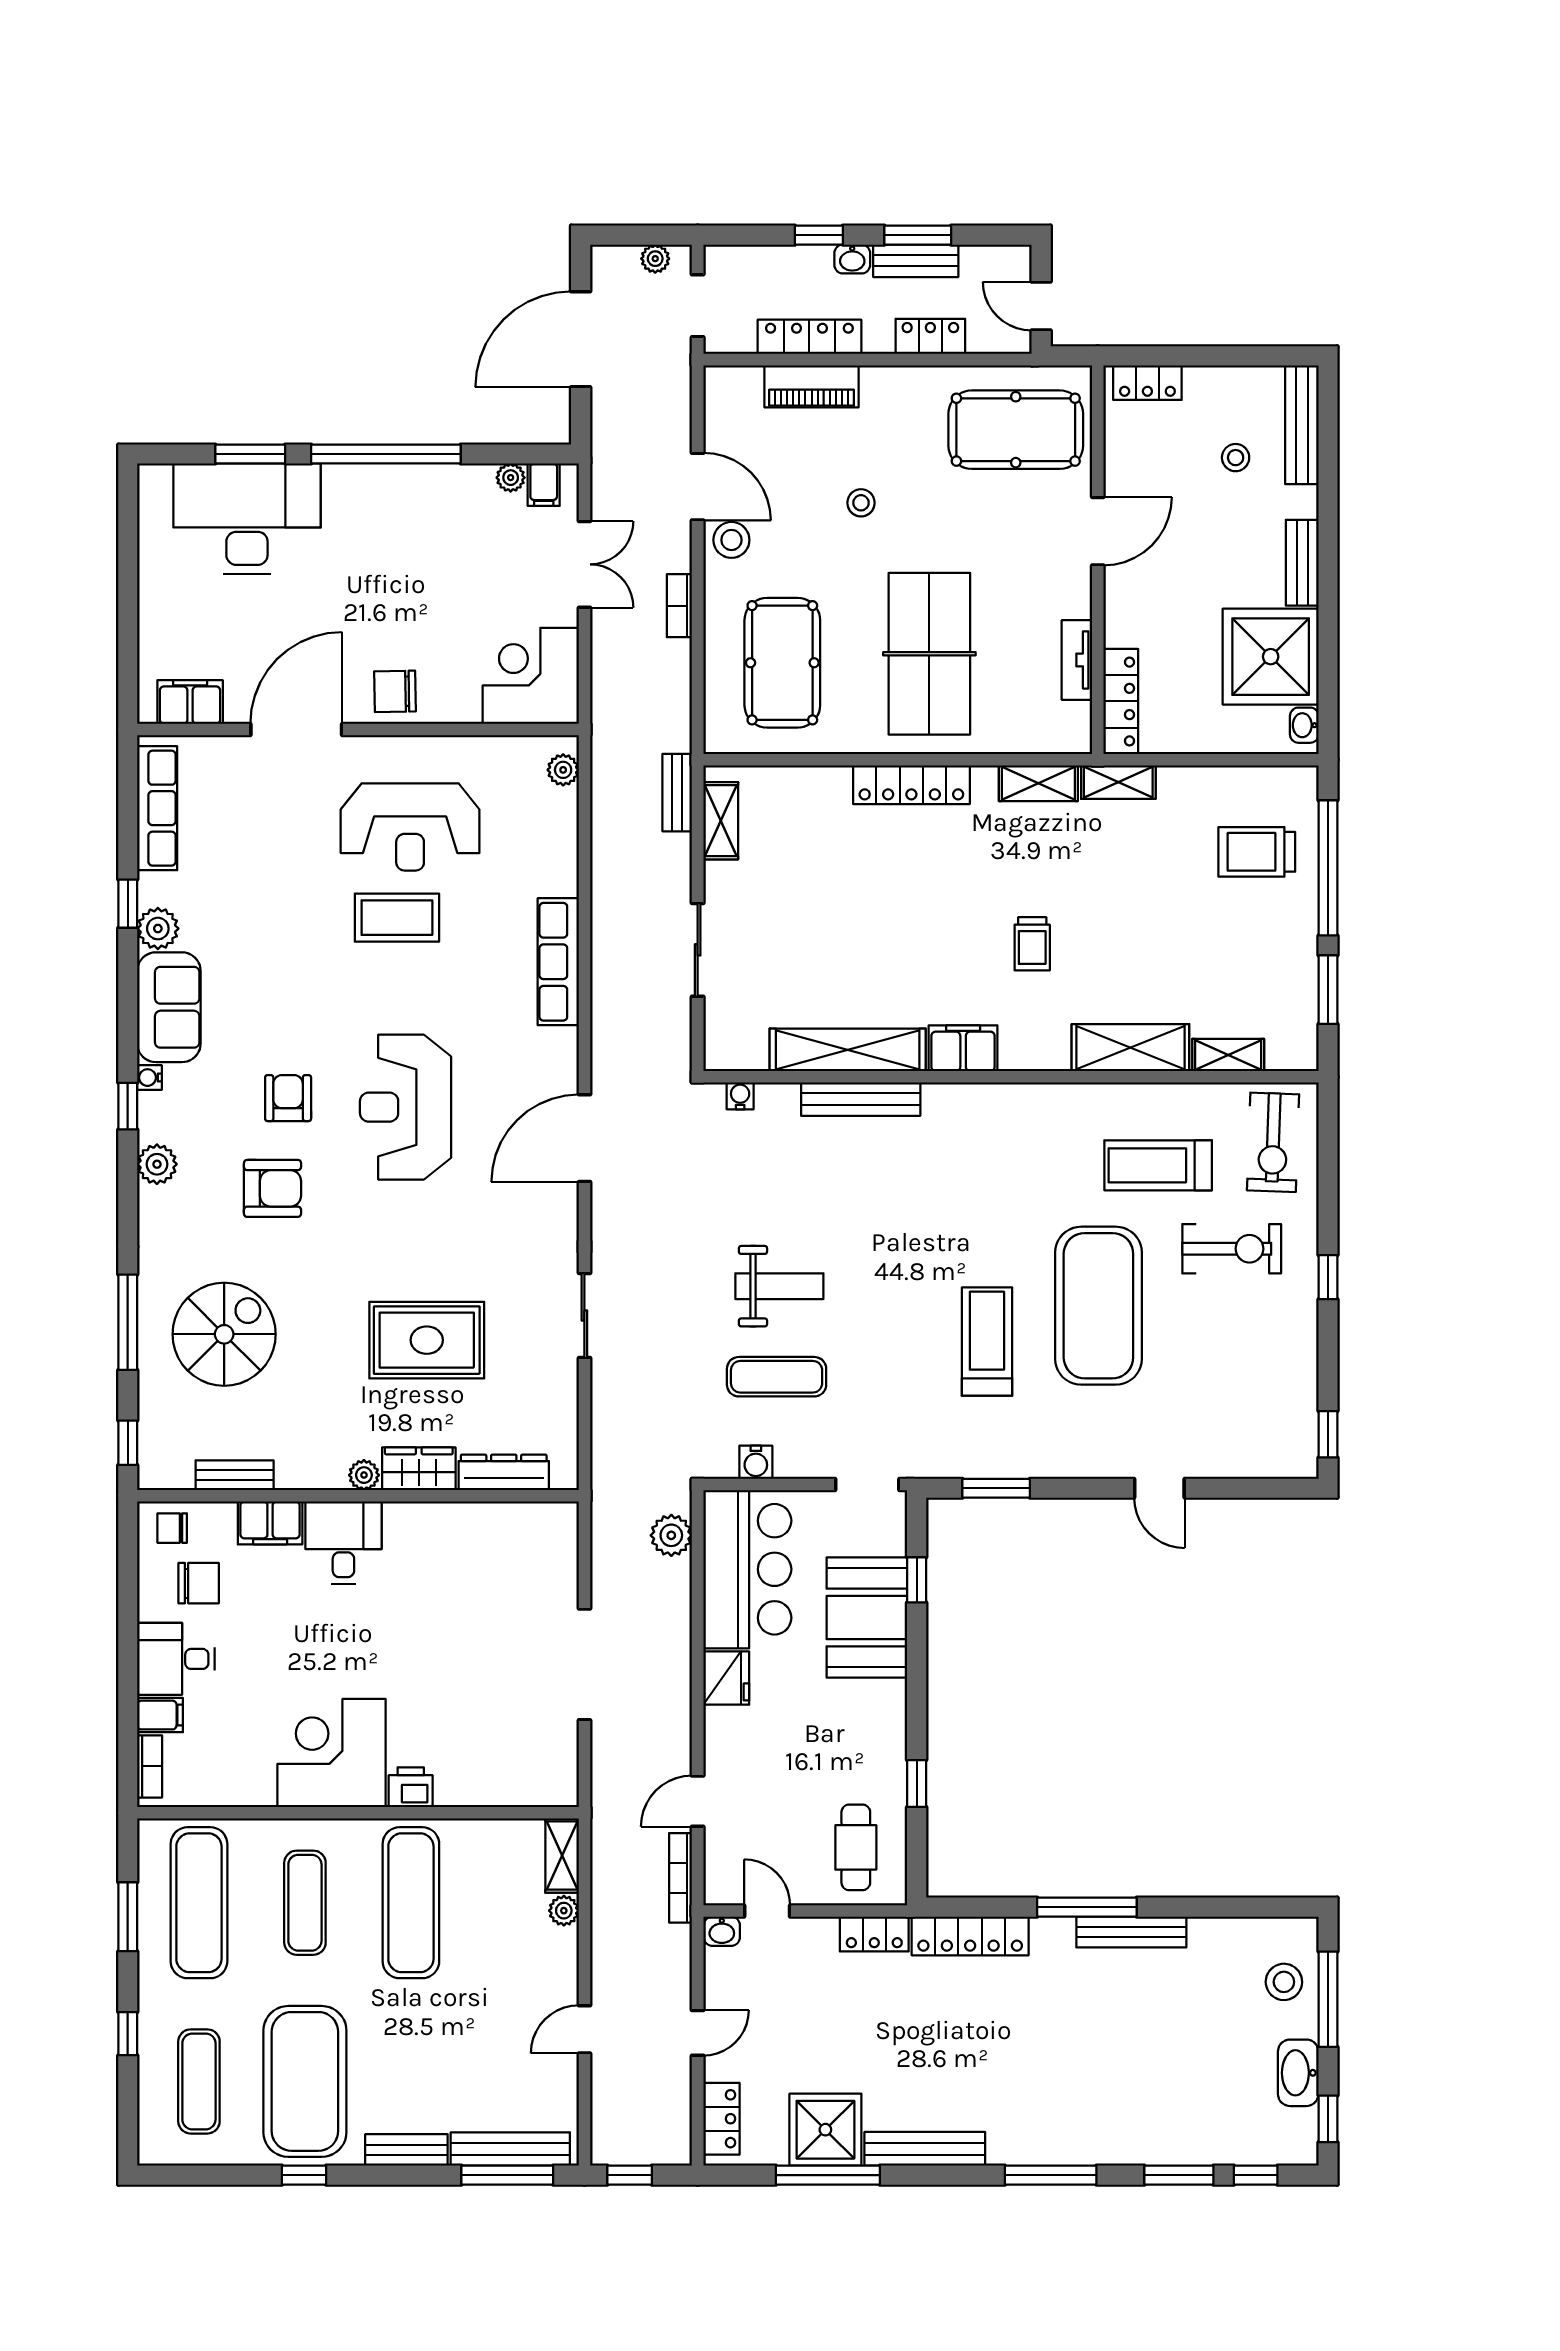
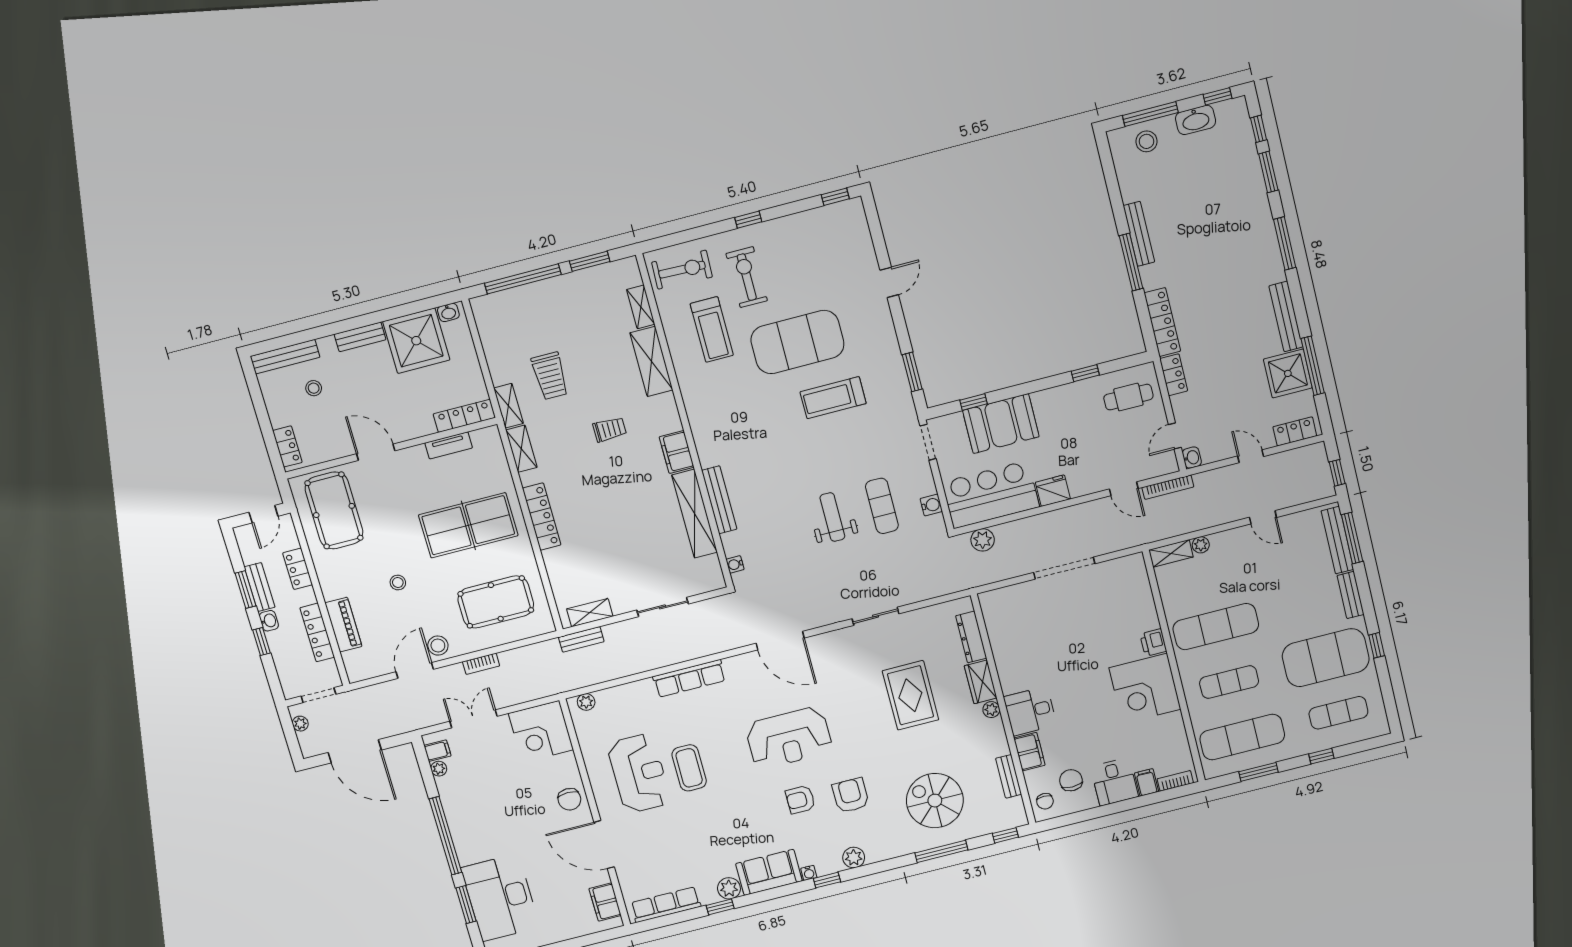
trolley: (1257, 852) -> (550, 376), moved

